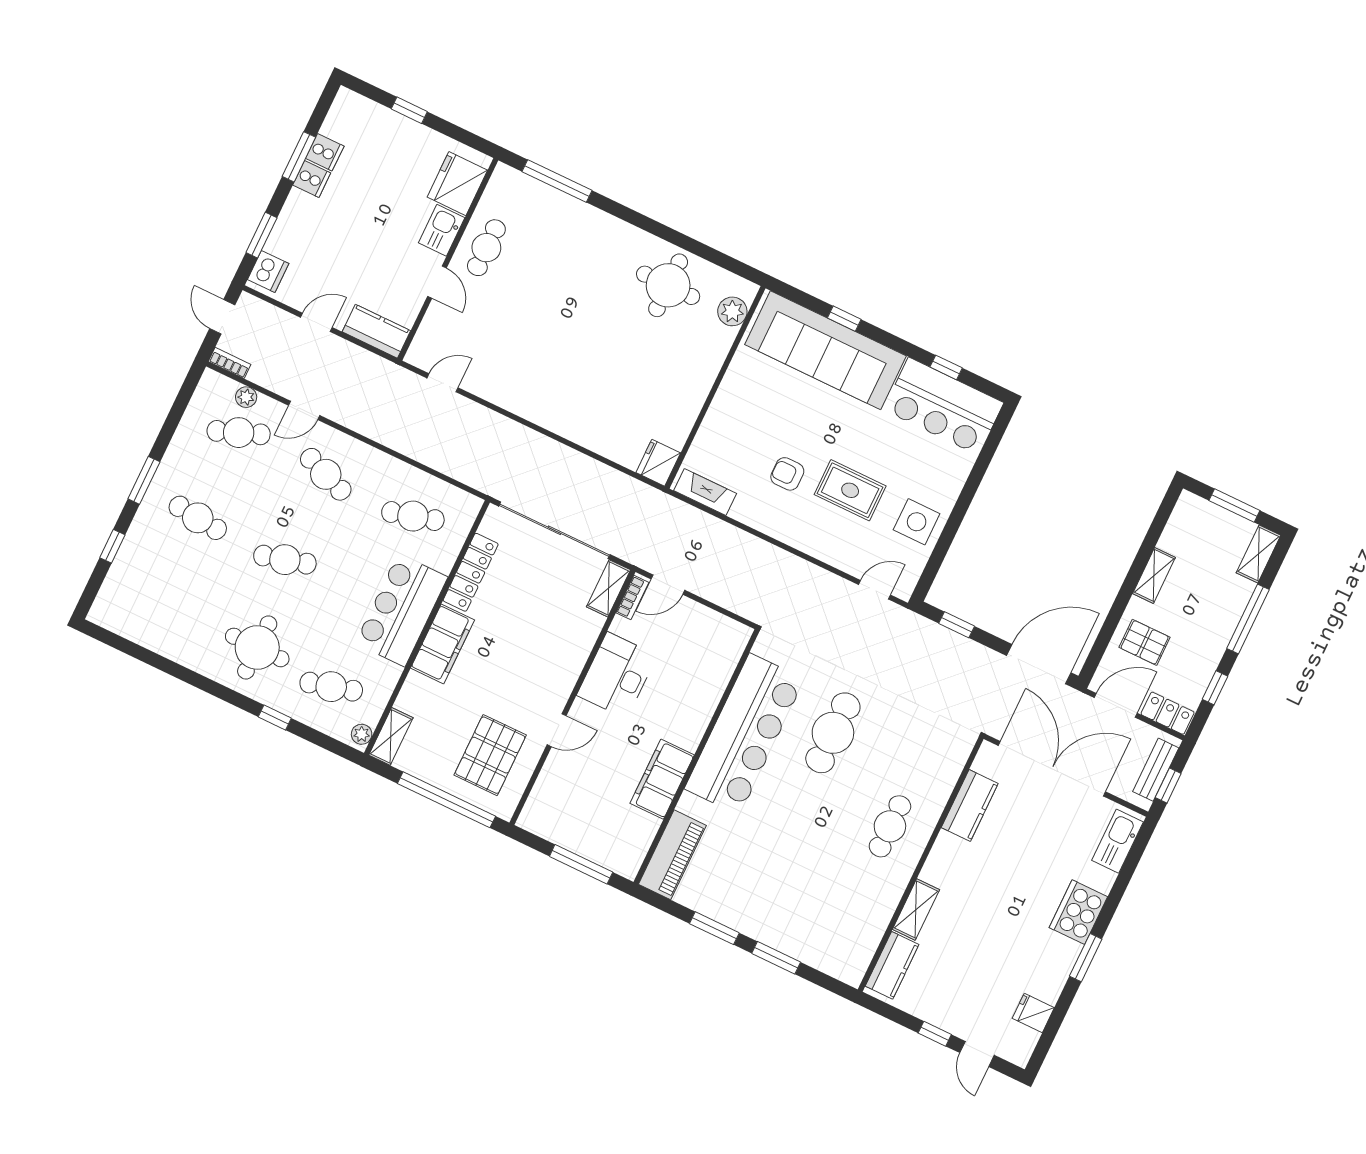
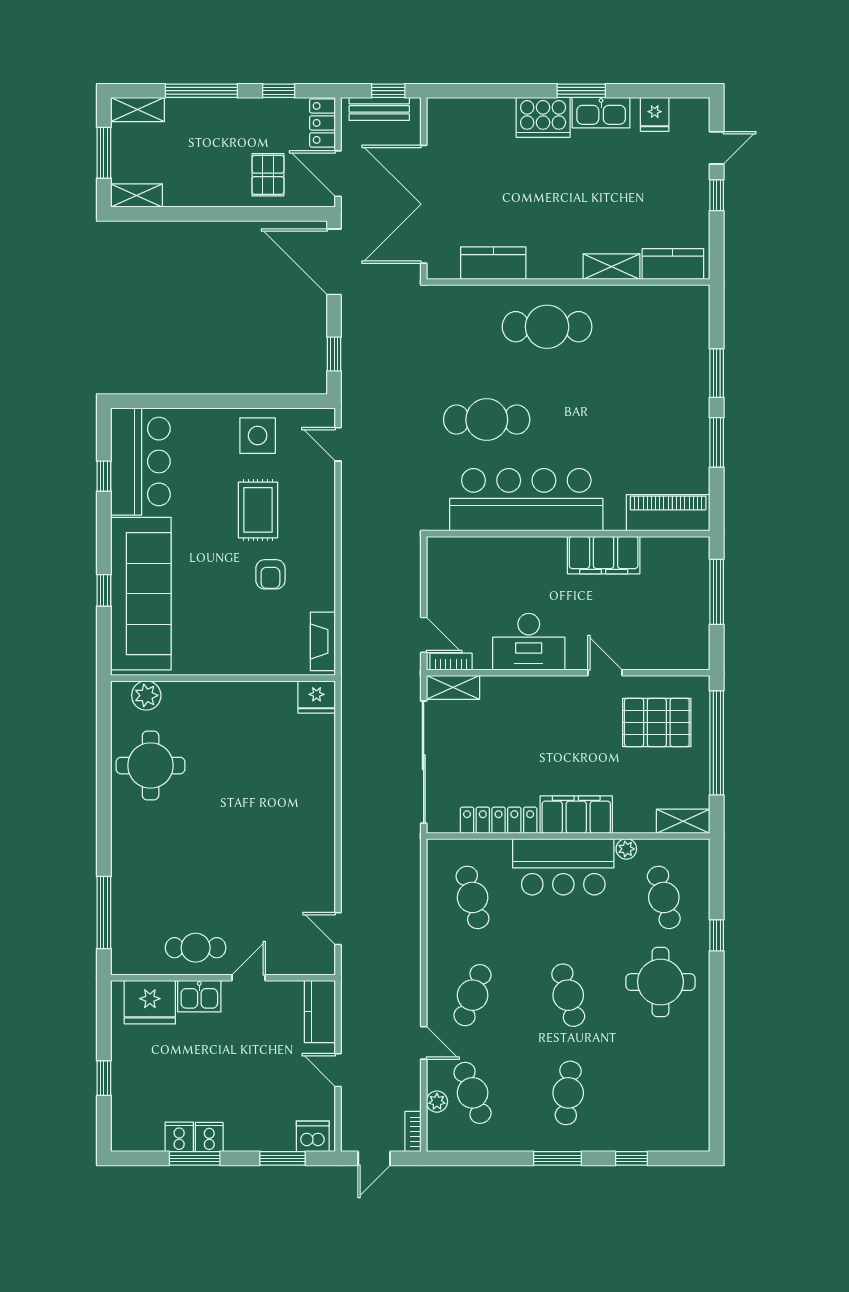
shelving: (1154, 575) -> (137, 195), moved
plant: (362, 734) -> (626, 849), moved
cafe table: (890, 826) -> (547, 327), width x1.37, depth x1.35
kitchen sink: (1118, 841) -> (601, 113), moved

